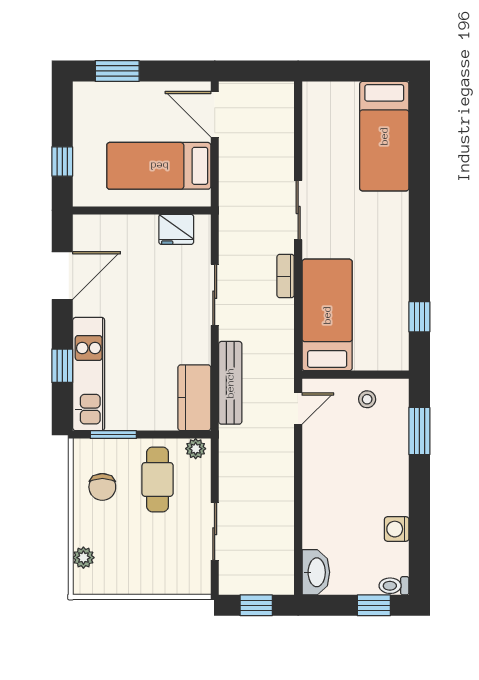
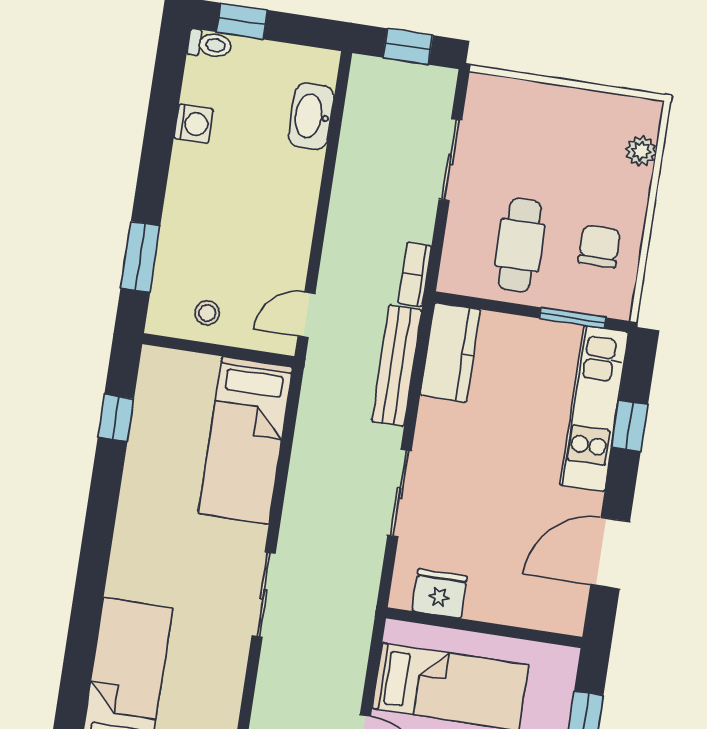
bookcase: (286, 276) -> (415, 274), moved, turned 180
plant: (196, 449) -> (460, 280), removed
washbasin: (316, 572) -> (311, 116), moved

